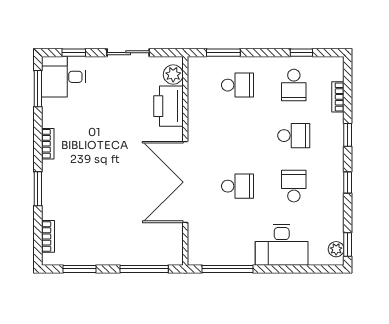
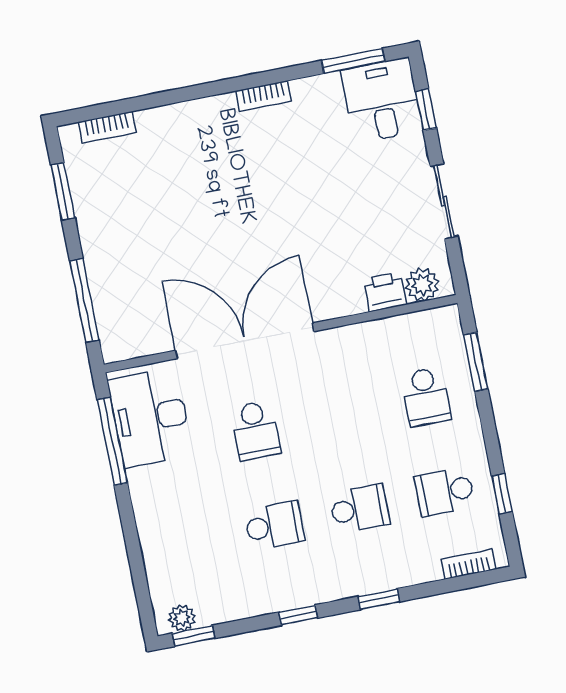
bookcase: (338, 97) -> (469, 564), moved
printer: (168, 106) -> (385, 292), width x0.53, depth x0.68
school desk: (294, 136) -> (360, 509), turned -90
window: (38, 189) -> (184, 94), removed
desk: (282, 245) -> (150, 417), moved

